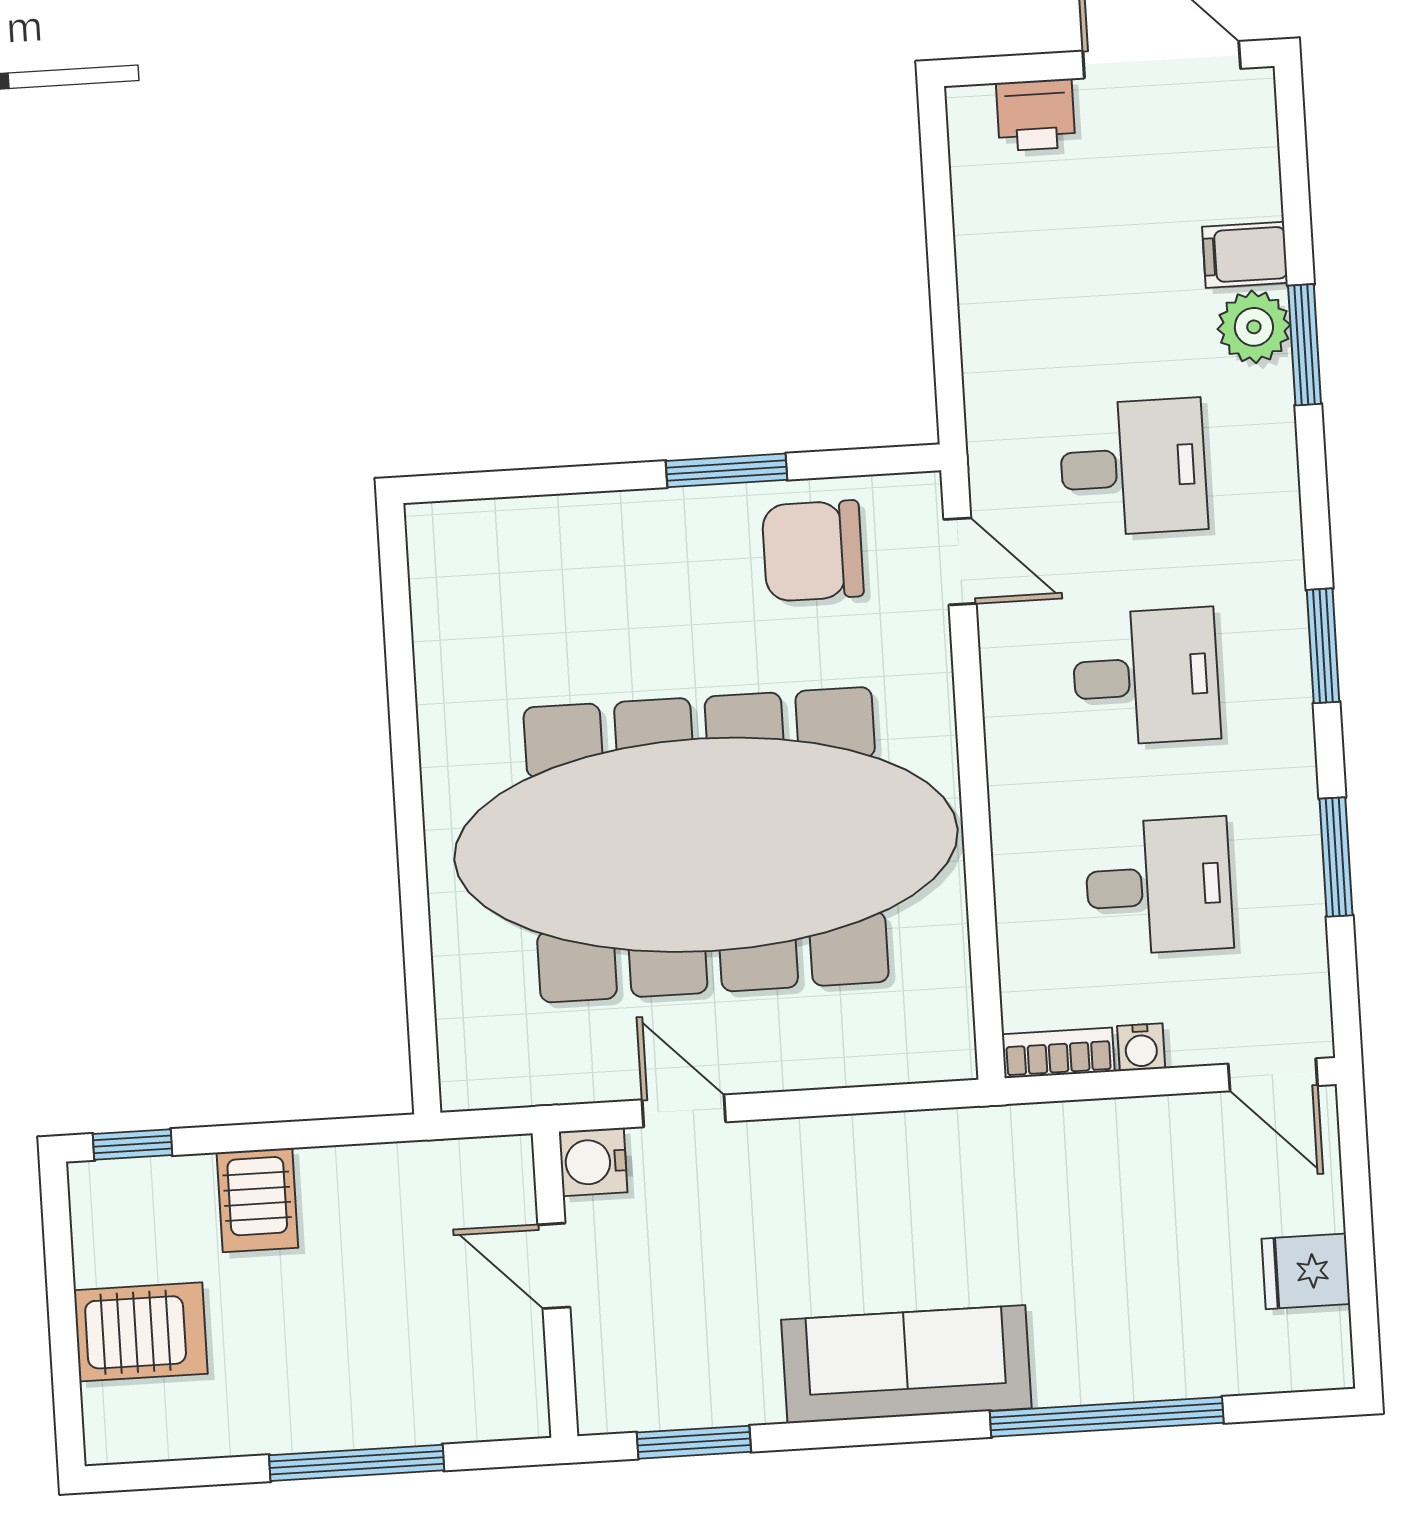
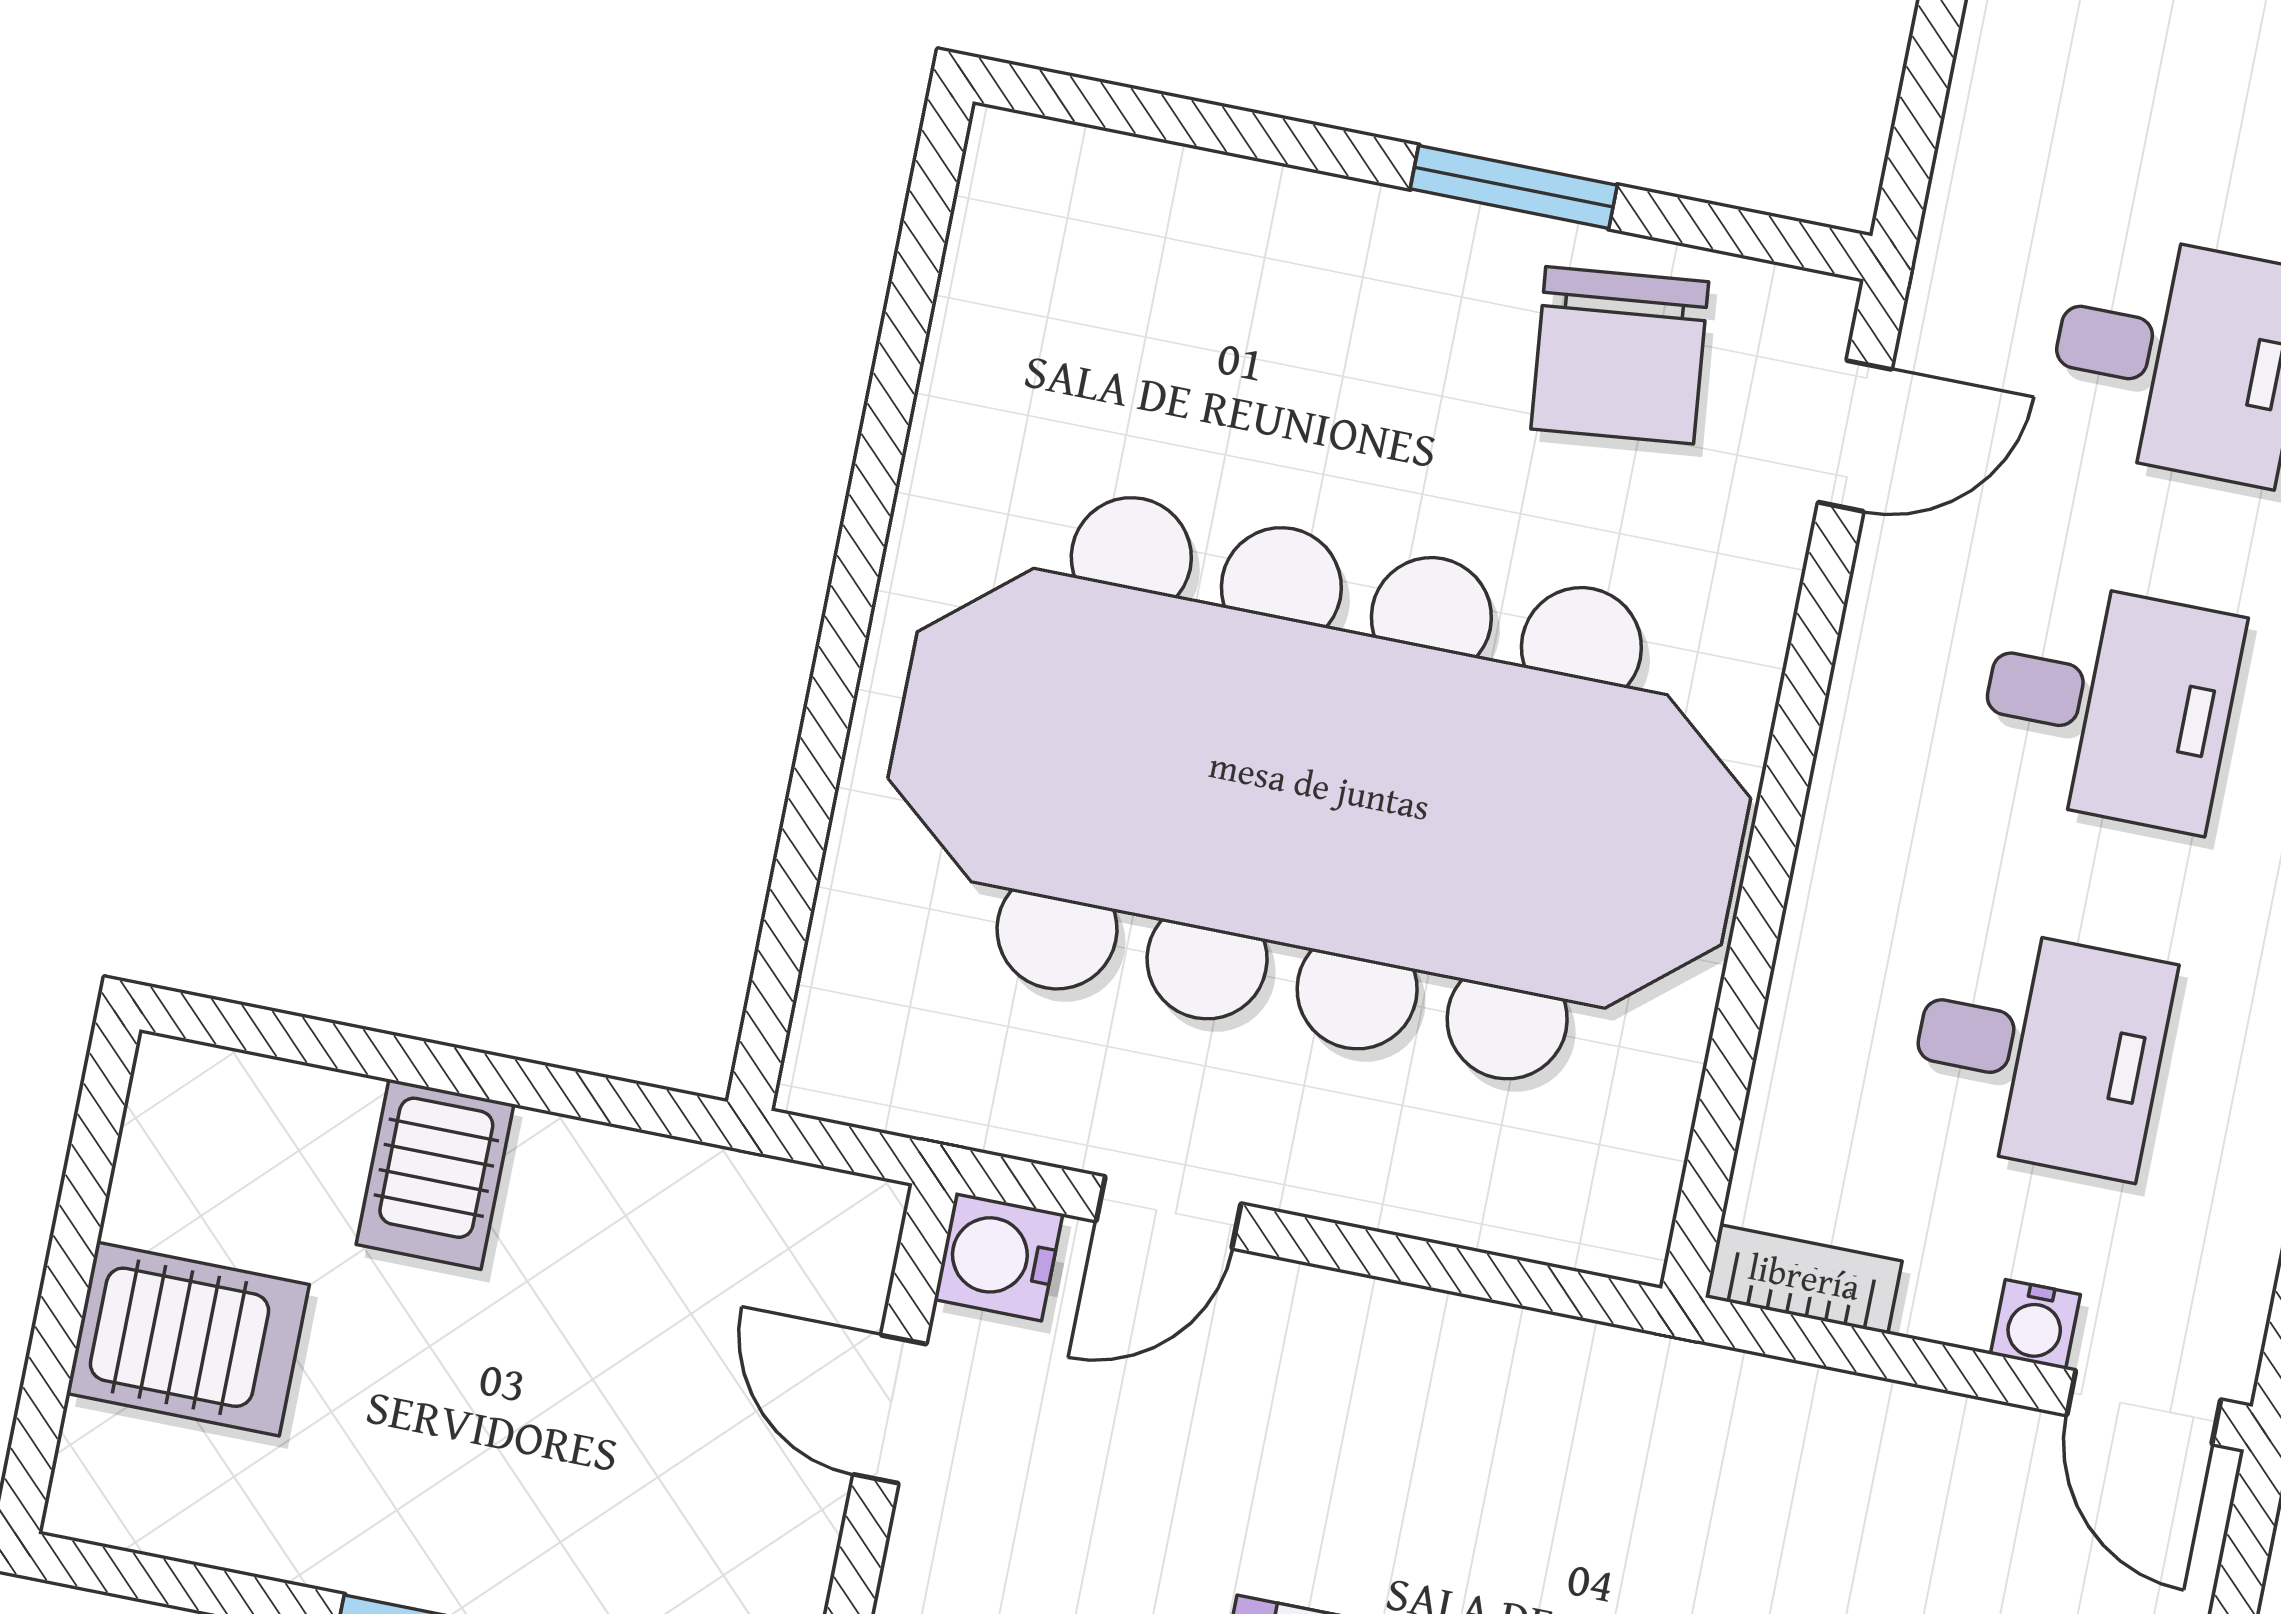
chair: (813, 551) -> (1620, 355), turned -96
door: (960, 561) -> (1855, 436), hinge flipped
water cooler: (1141, 1047) -> (2035, 1324), moved
door: (684, 1111) -> (1168, 1212), swing flipped
window: (132, 1145) -> (255, 1030), removed

